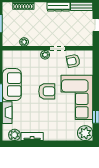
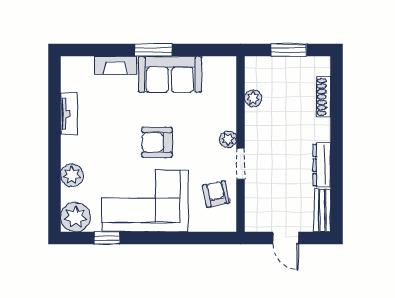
armchair: (47, 91) -> (157, 142), turned 90
plant: (14, 135) -> (72, 175), moved

